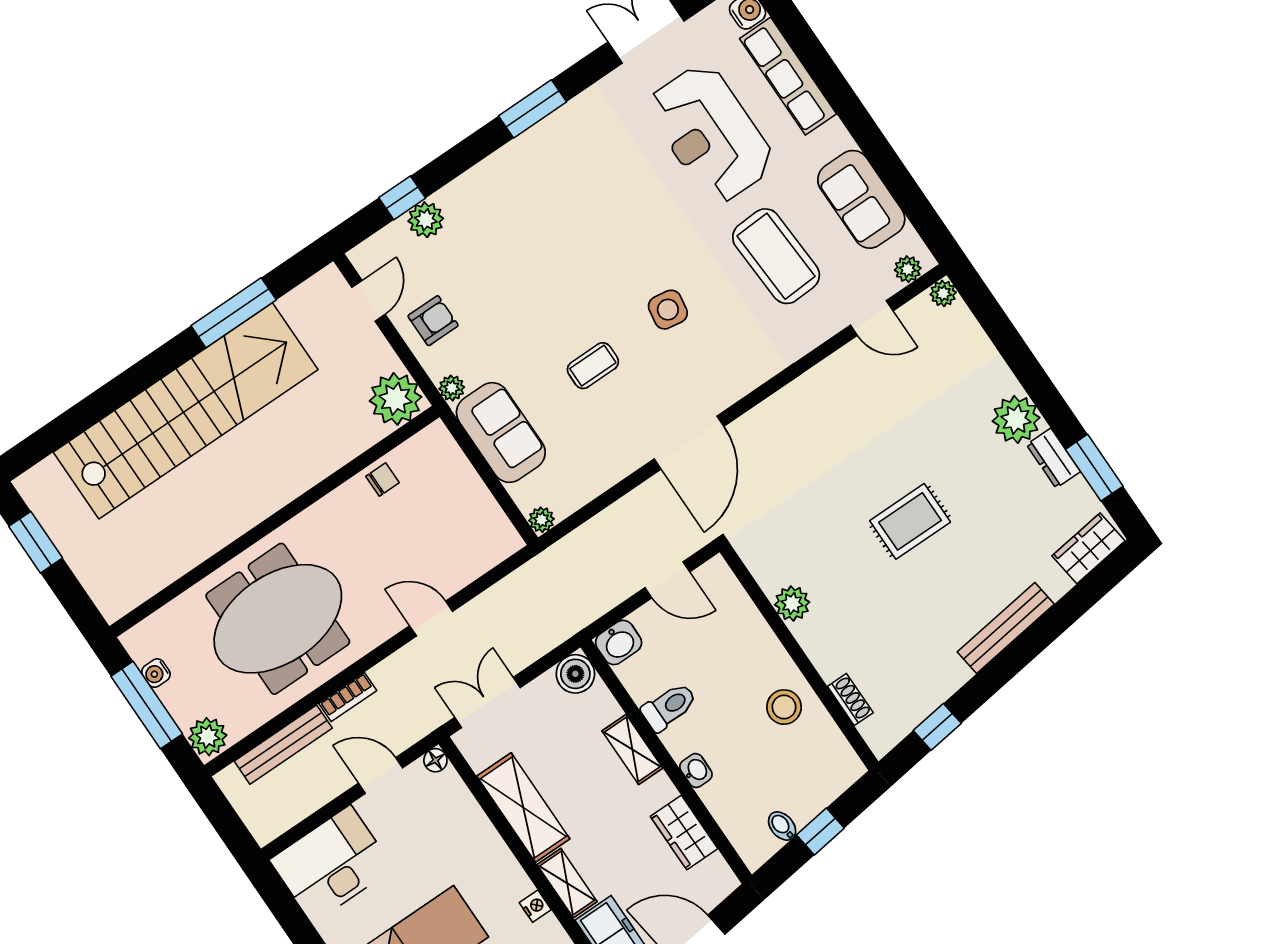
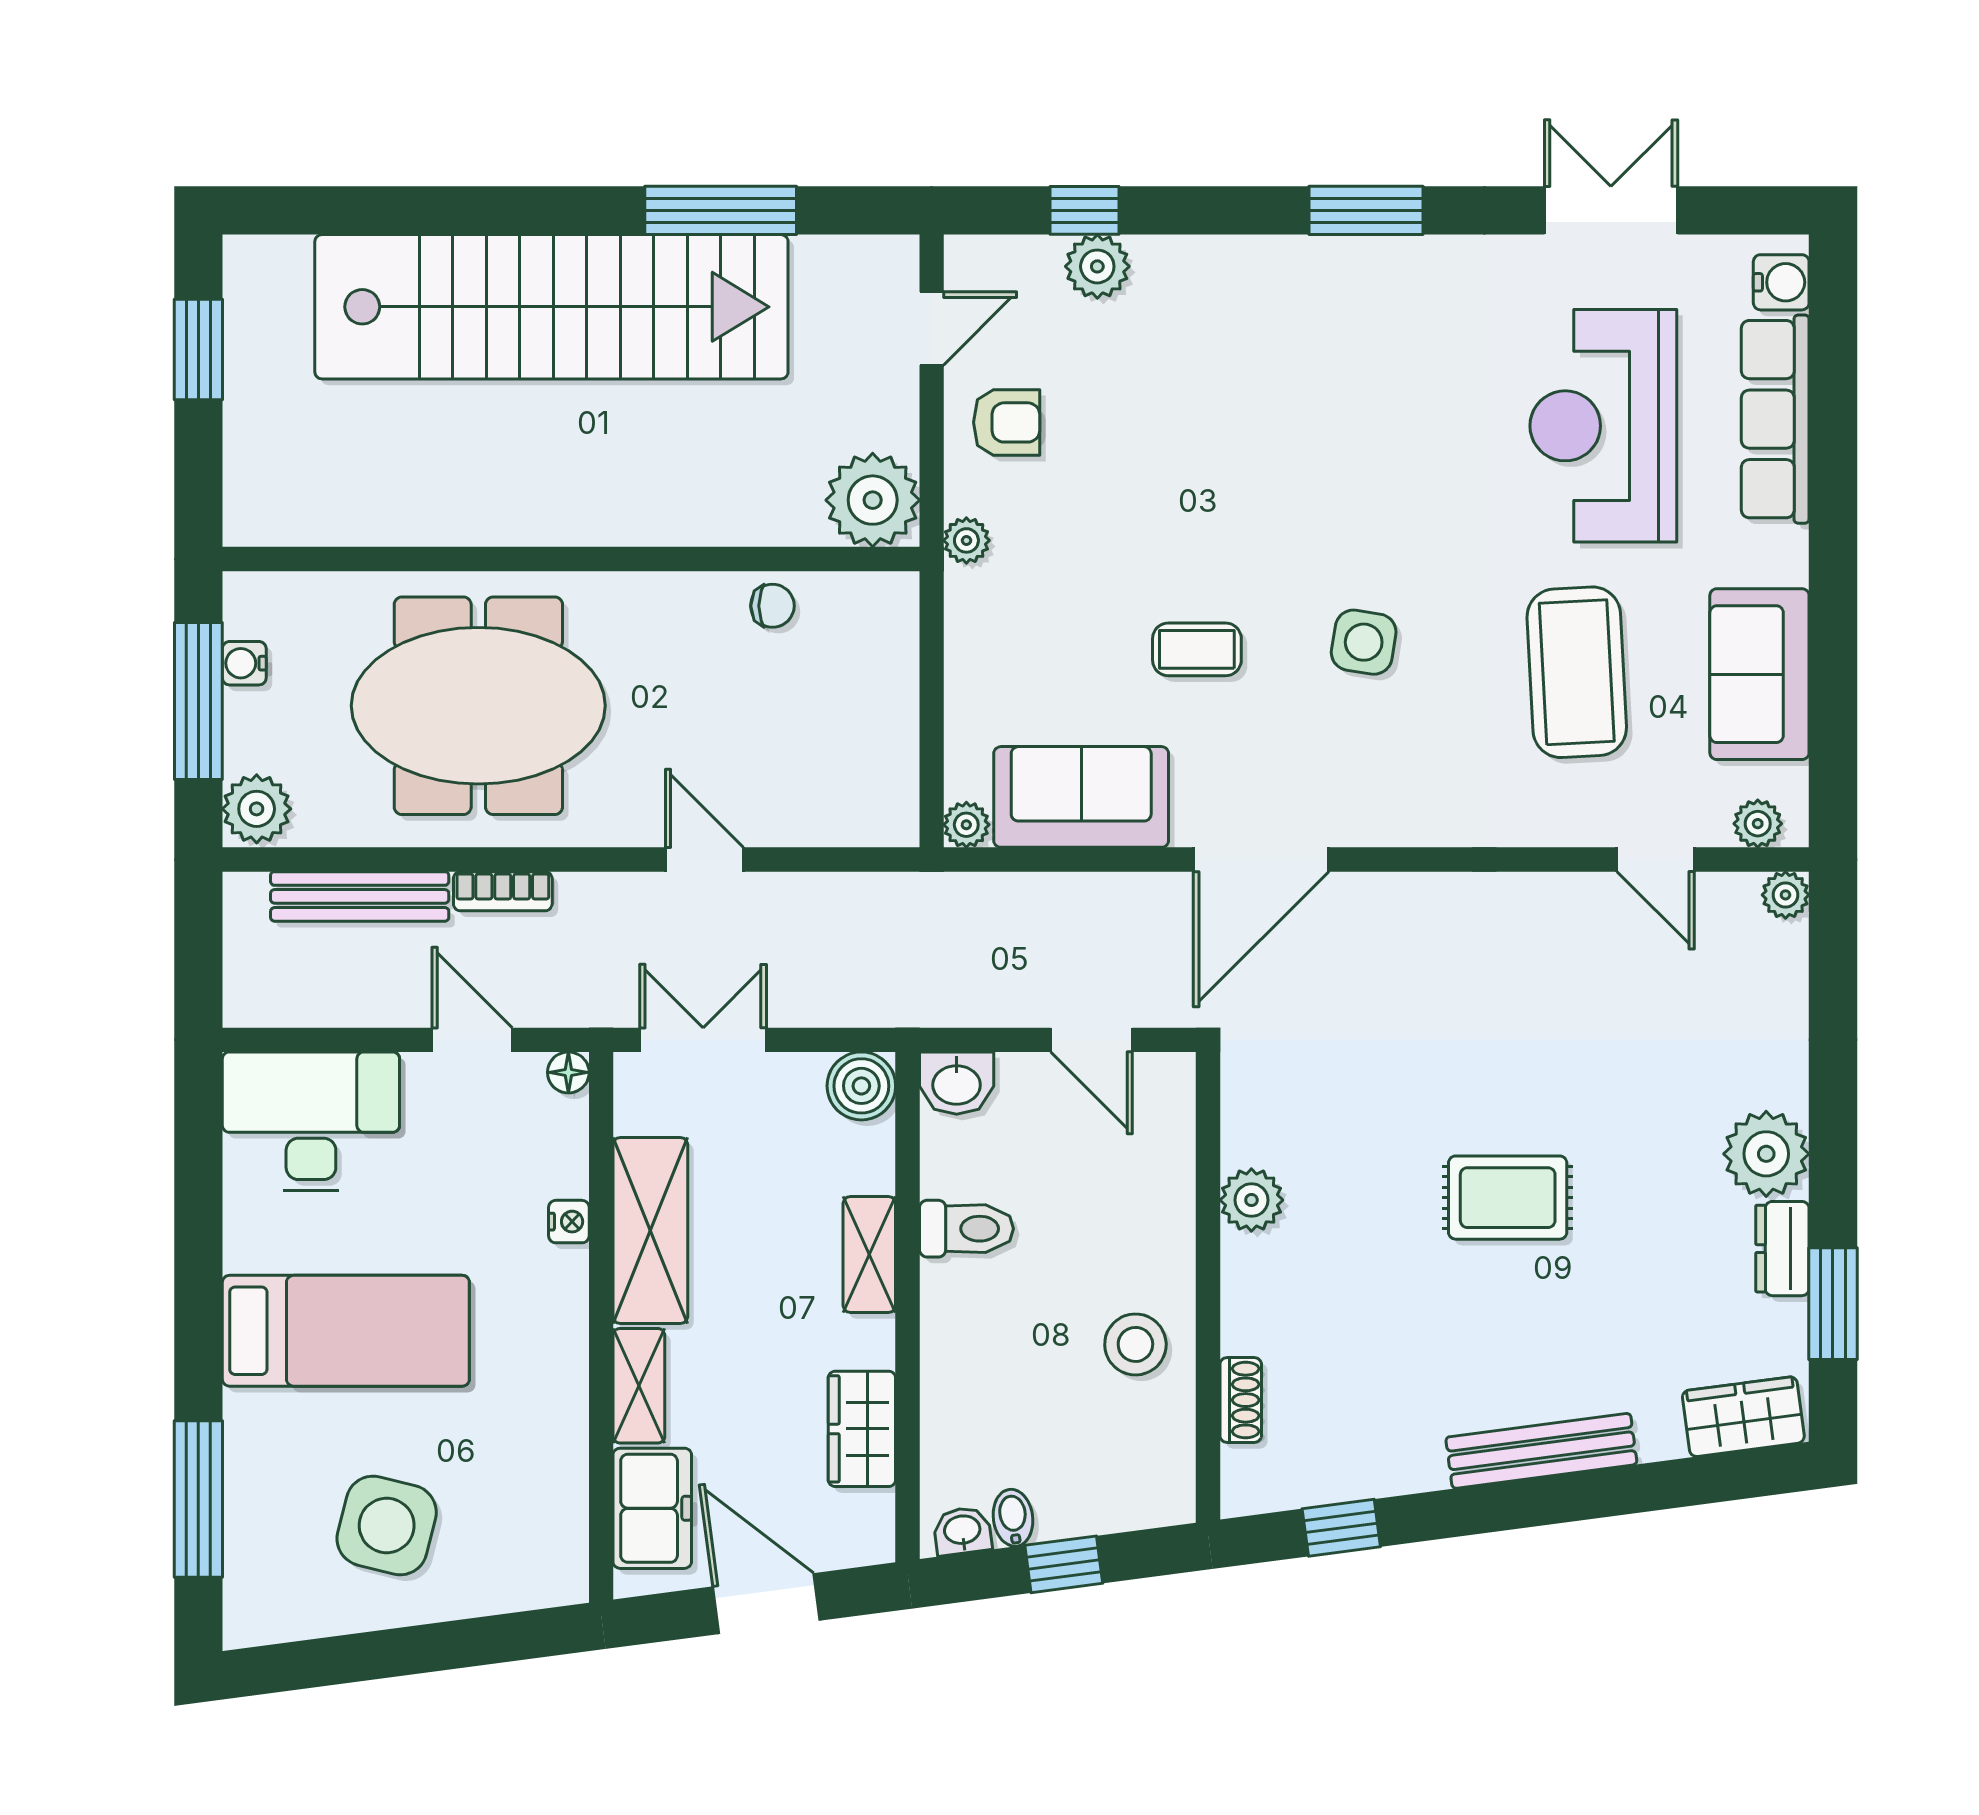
sofa: (501, 433) -> (1081, 797), moved, turned -90
washbasin: (696, 771) -> (962, 1531), moved, turned -98
nightstand: (535, 906) -> (569, 1222), moved

